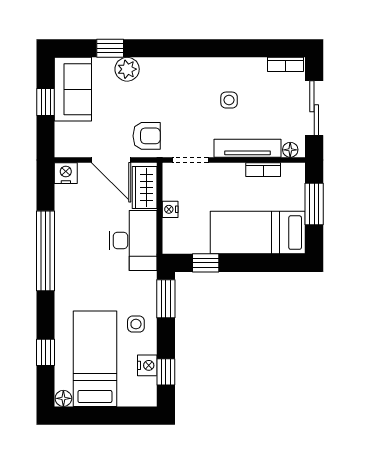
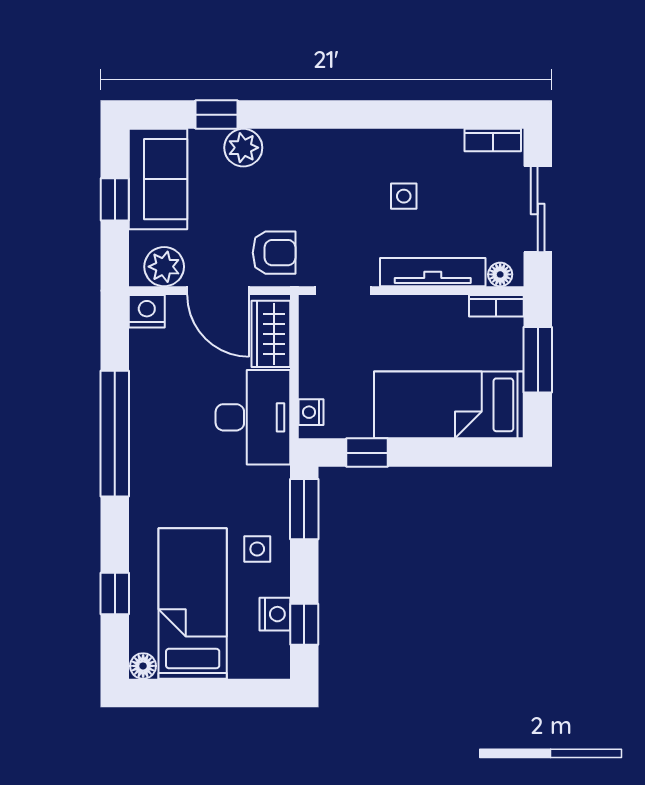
plant: (77, 145) -> (164, 267), added
bookcase: (263, 170) -> (496, 306), moved
nightstand: (170, 209) -> (311, 412), moved

